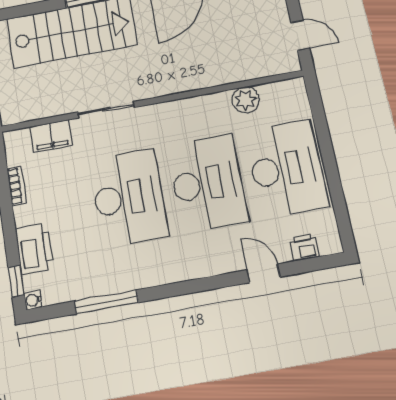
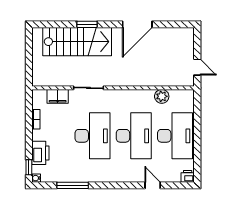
printer: (304, 247) -> (188, 176), moved

